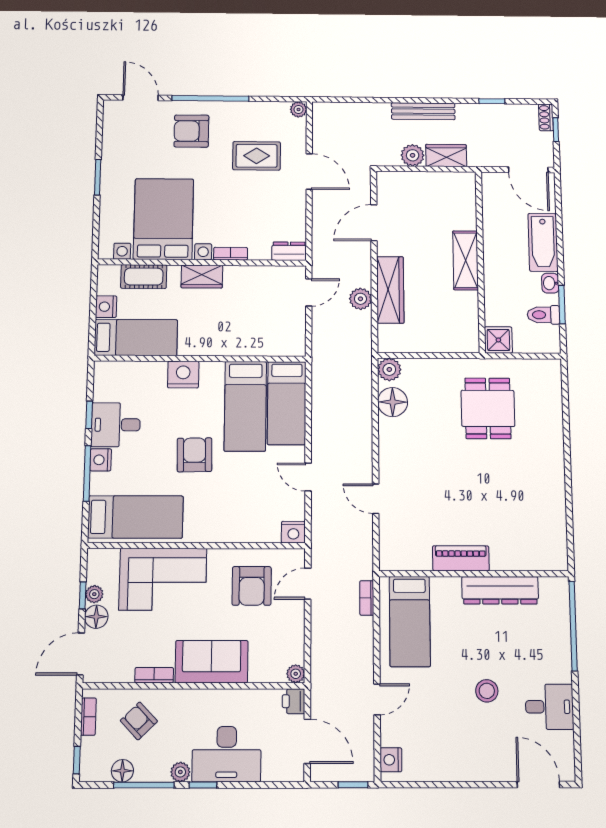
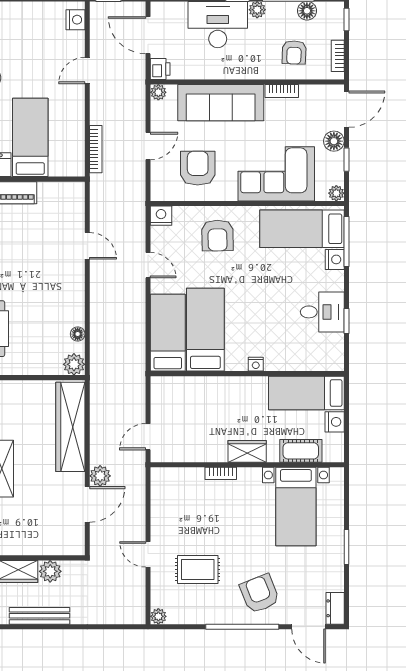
armchair: (191, 131) -> (260, 594), turned -112
door: (309, 171) -> (148, 554), width x0.73
bed with nightstands: (163, 219) -> (296, 506), width x0.73
dresser: (289, 251) -> (335, 608), moved, turned 90
wardrobe: (390, 290) -> (70, 427), width x1.40, depth x1.17
plant: (360, 299) -> (100, 476), moved
nightstand: (183, 375) -> (256, 364), width x0.53, depth x0.56
floor lamp: (393, 402) -> (78, 334), width x0.53, depth x0.53
armchair: (194, 455) -> (217, 236), moved
nightstand: (101, 460) -> (335, 259), moved
window: (87, 473) -> (346, 241), moved
door: (308, 584) -> (148, 146), moved
plant: (94, 594) -> (336, 193), moved
bookcase: (367, 598) -> (96, 149), width x1.56
bed: (410, 621) -> (30, 137), moved
sofa: (212, 662) -> (221, 103), width x1.36
armchair: (139, 721) -> (294, 52), turned 46

